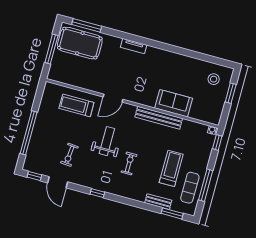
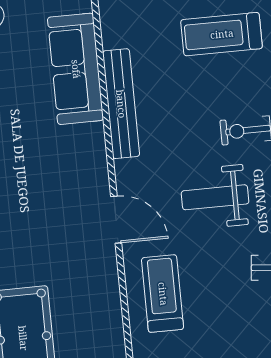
sofa: (174, 103) -> (76, 69), width x1.36
treadmill: (76, 105) -> (163, 294), turned 180

